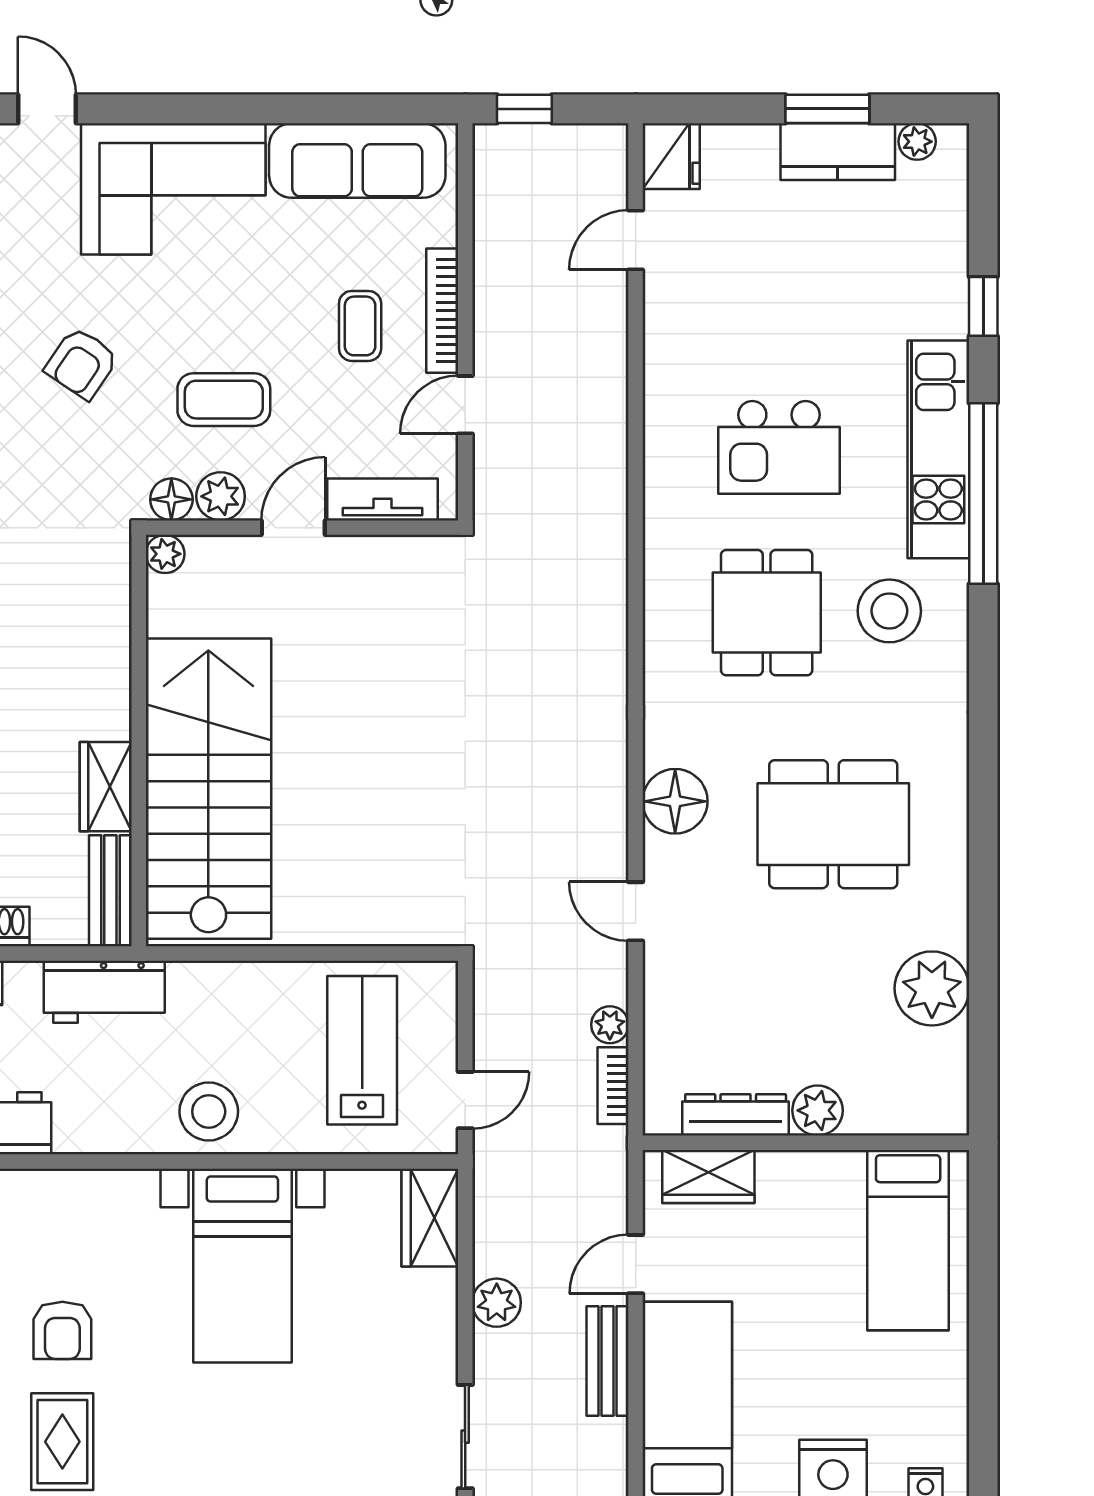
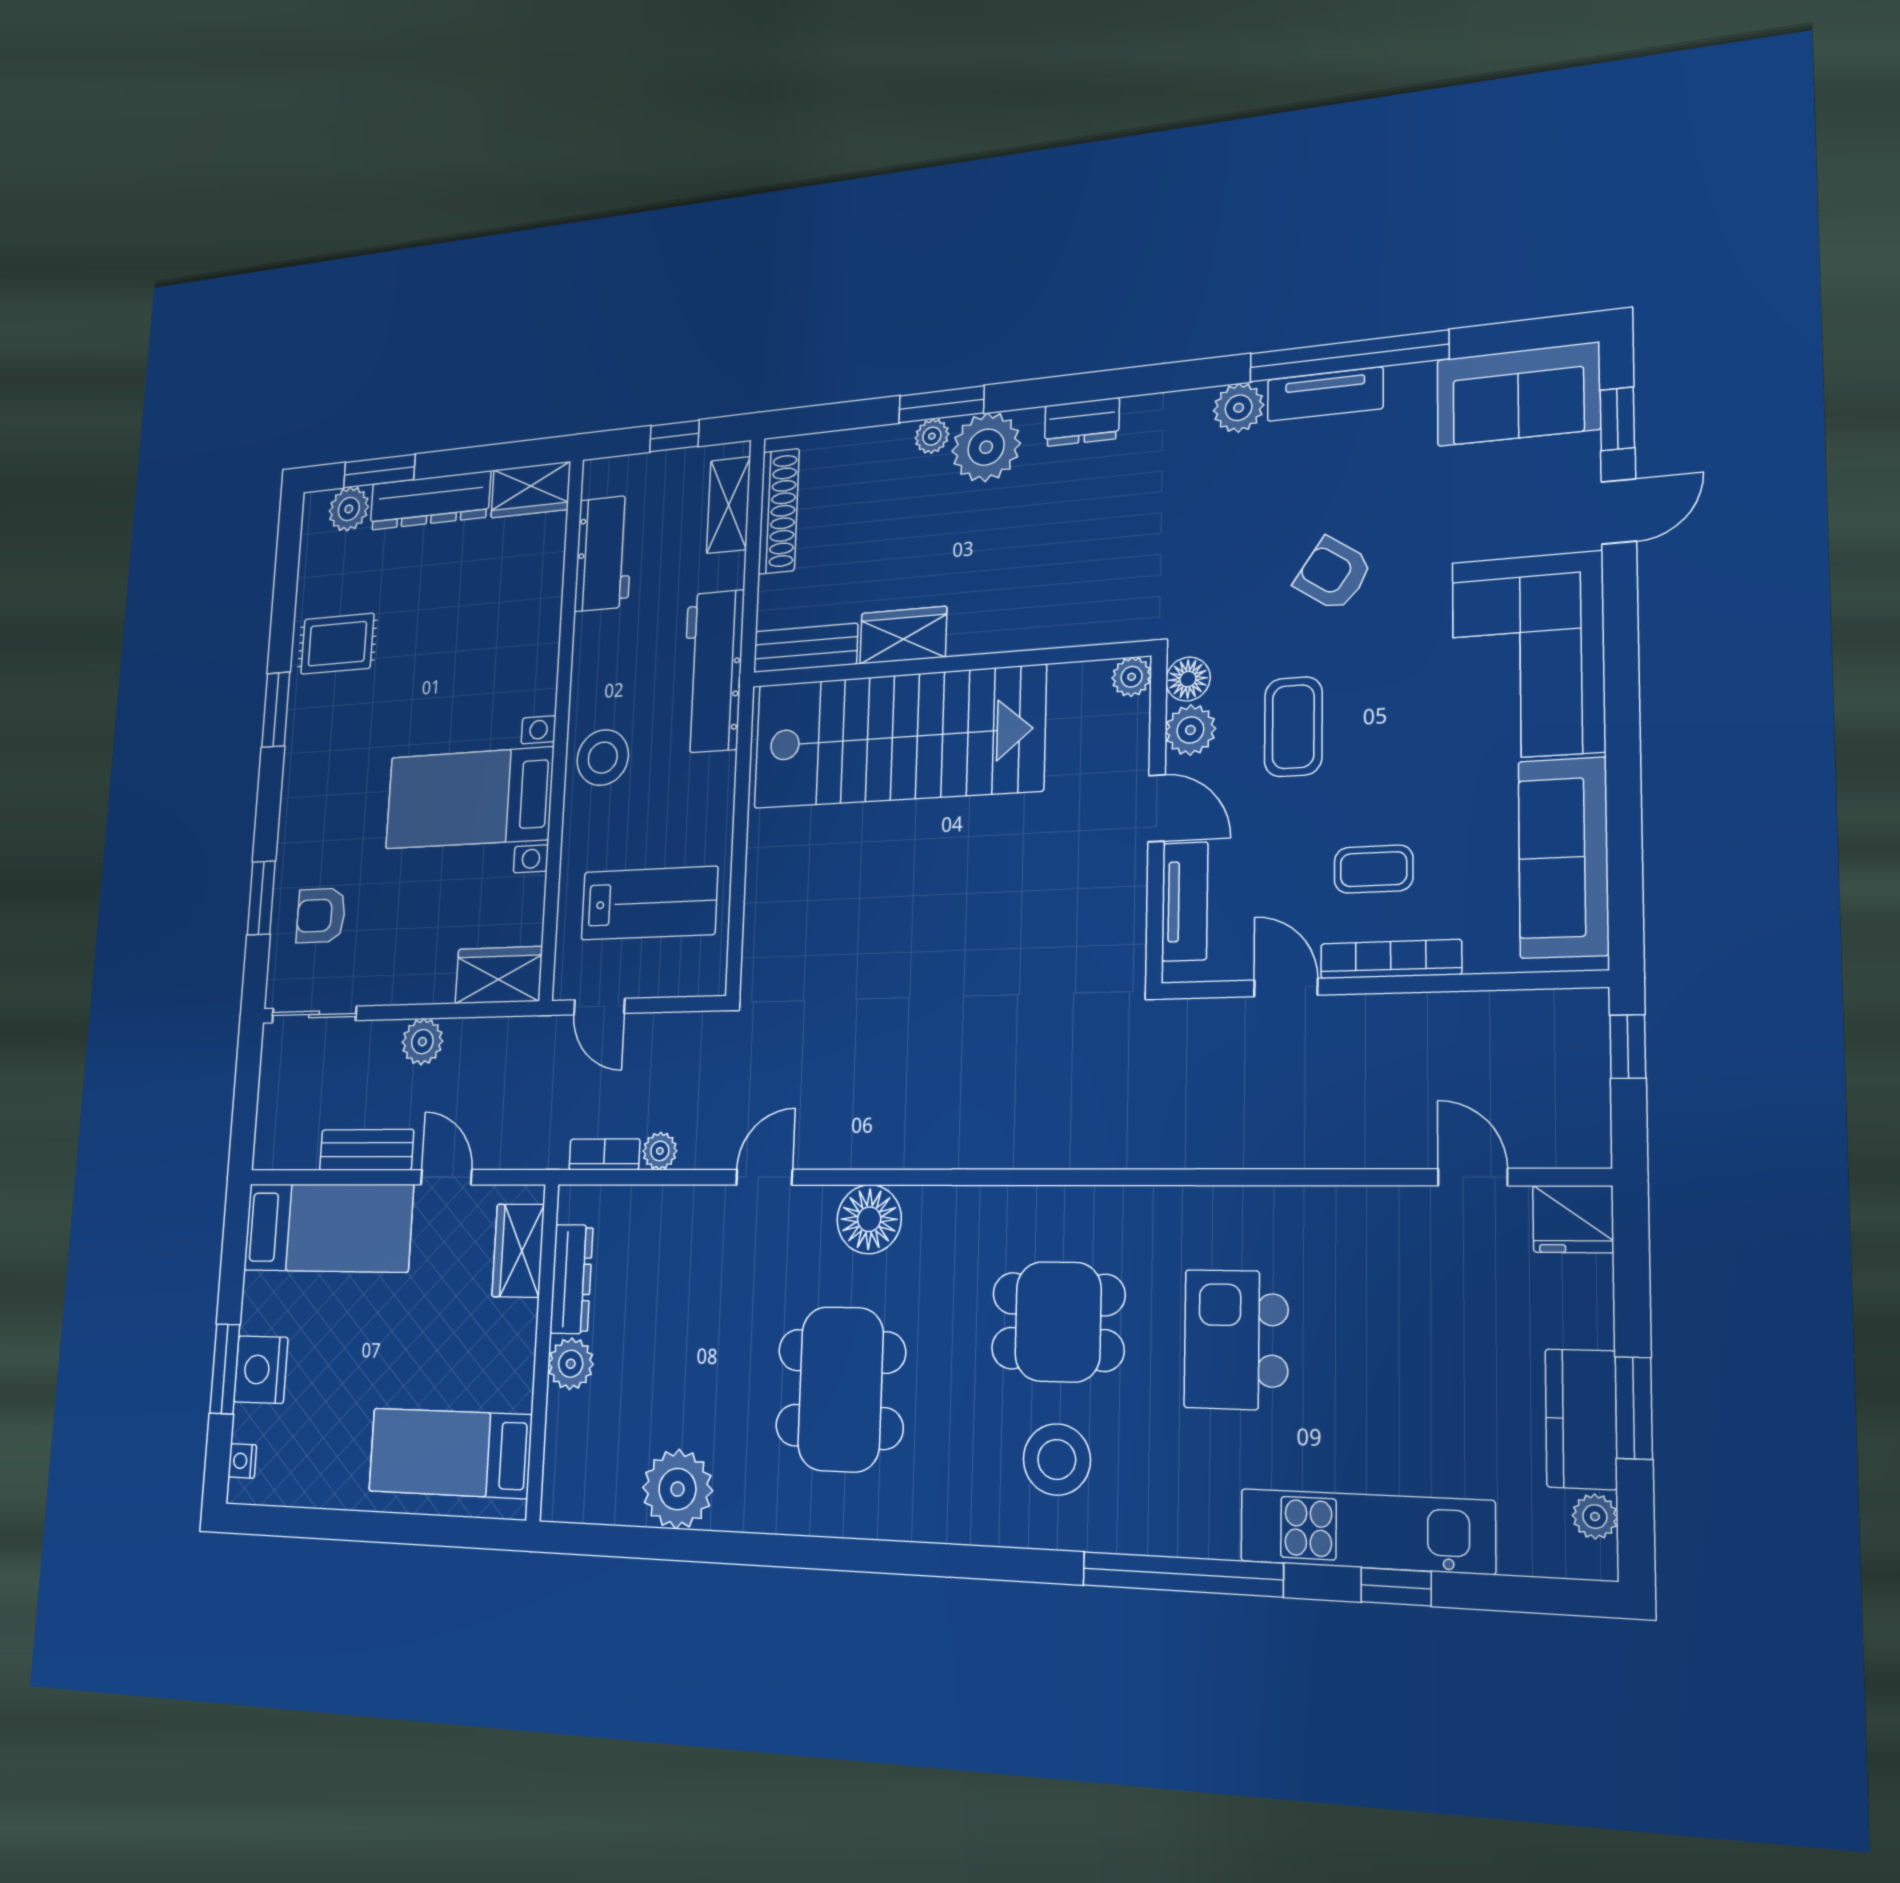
kitchen unit: (938, 449) -> (1366, 1531), moved
workbench: (104, 992) -> (713, 671), width x1.38
armchair: (62, 1330) -> (321, 915), moved

